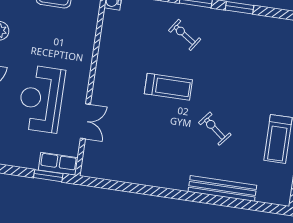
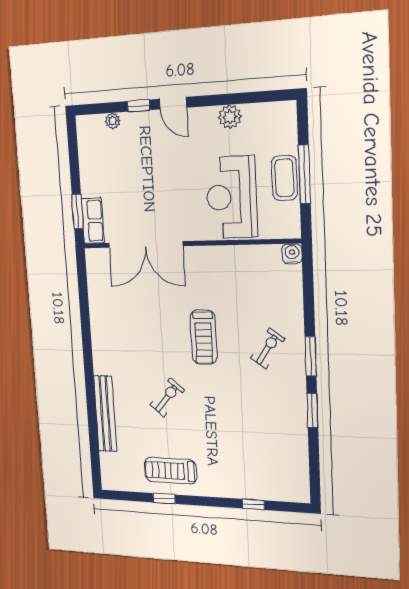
reception desk: (41, 99) -> (232, 197), moved, turned -90
double door: (85, 121) -> (145, 244), width x1.87

